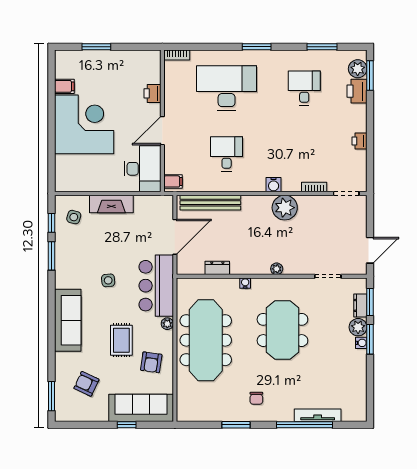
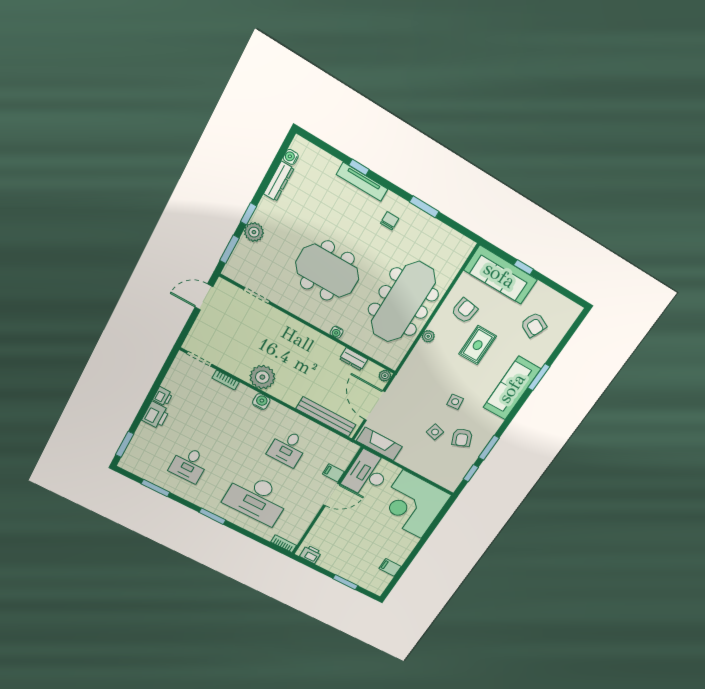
plant: (358, 69) -> (133, 455), removed
printer: (357, 91) -> (156, 415), moved
printer: (152, 93) -> (311, 554), moved, turned -90
corner desk: (84, 124) -> (412, 504), moved
filing cabinet: (173, 181) -> (333, 473), moved
fireplace: (111, 204) -> (379, 444), moved
side table: (74, 217) -> (435, 432), moved
door: (175, 237) -> (375, 406), hinge flipped
armchair: (81, 252) -> (462, 437), added
plant: (277, 269) -> (385, 376), moved
bar counter: (156, 286) -> (417, 374), removed
dresser: (360, 305) -> (279, 181), moved, width x1.44
meeting table: (282, 330) -> (327, 271), turned 90
window: (370, 339) -> (249, 214), width x0.67
water cooler: (361, 343) -> (291, 157), moved
window: (51, 396) -> (539, 377), moved
tv unit: (318, 415) -> (362, 182), moved
window: (305, 425) -> (359, 167), width x0.32

